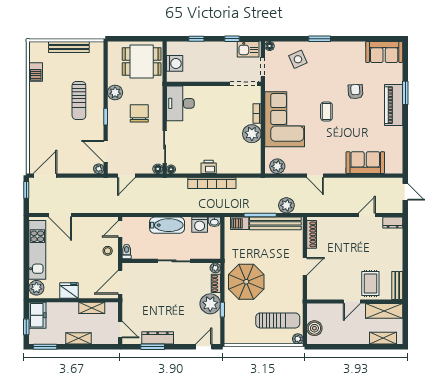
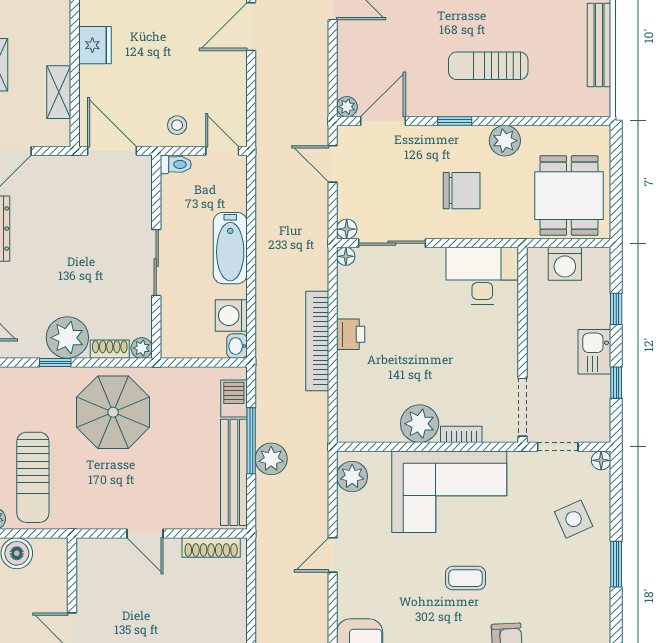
kitchen sink: (248, 49) -> (594, 352), moved
plant: (286, 205) -> (271, 459), moved

